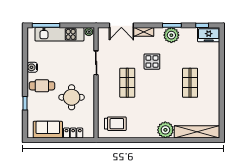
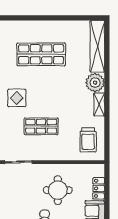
shop shelf: (190, 83) -> (41, 54), width x1.43, depth x1.36
trolley: (115, 124) -> (88, 140), turned 180
shelving: (146, 133) -> (99, 104), added

